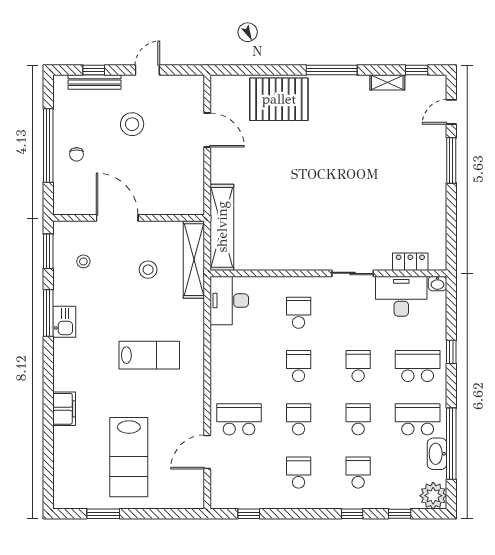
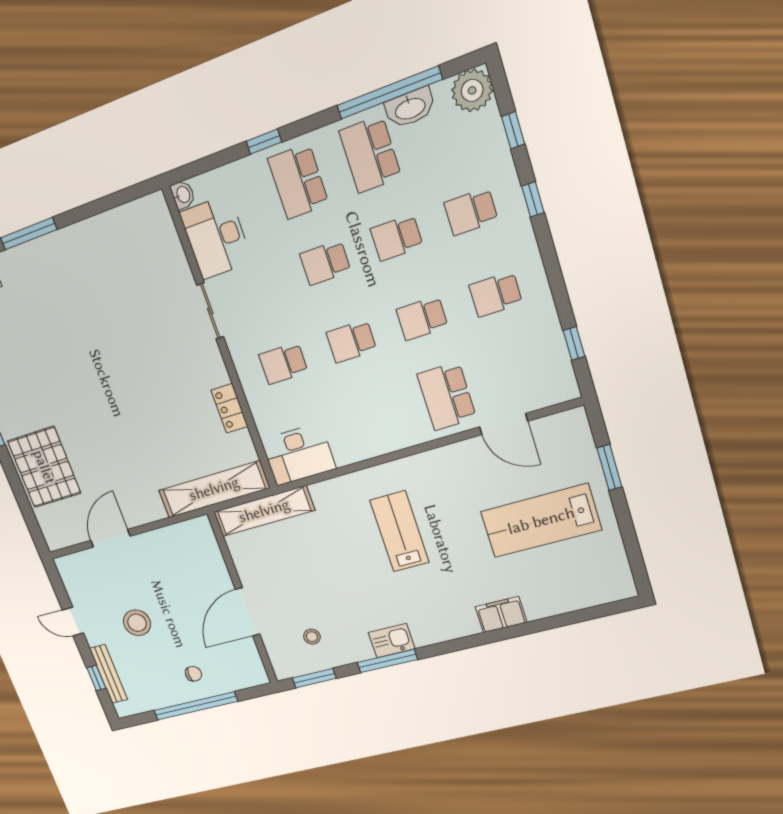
locker: (410, 262) -> (229, 408), moved
stool: (148, 270) -> (295, 561), removed
lab bench: (129, 457) -> (541, 521), turned 180
window: (103, 514) -> (609, 467), moved

